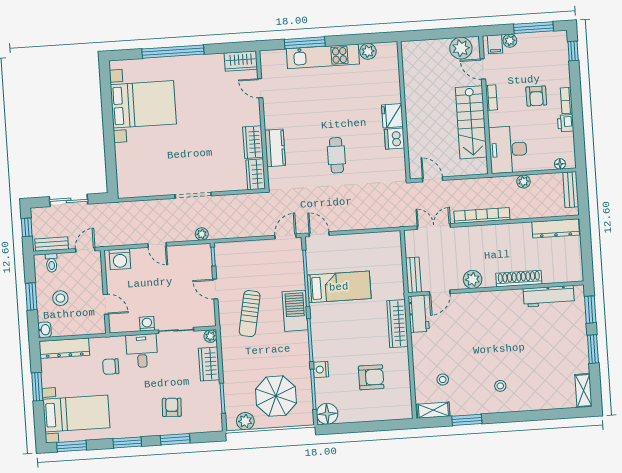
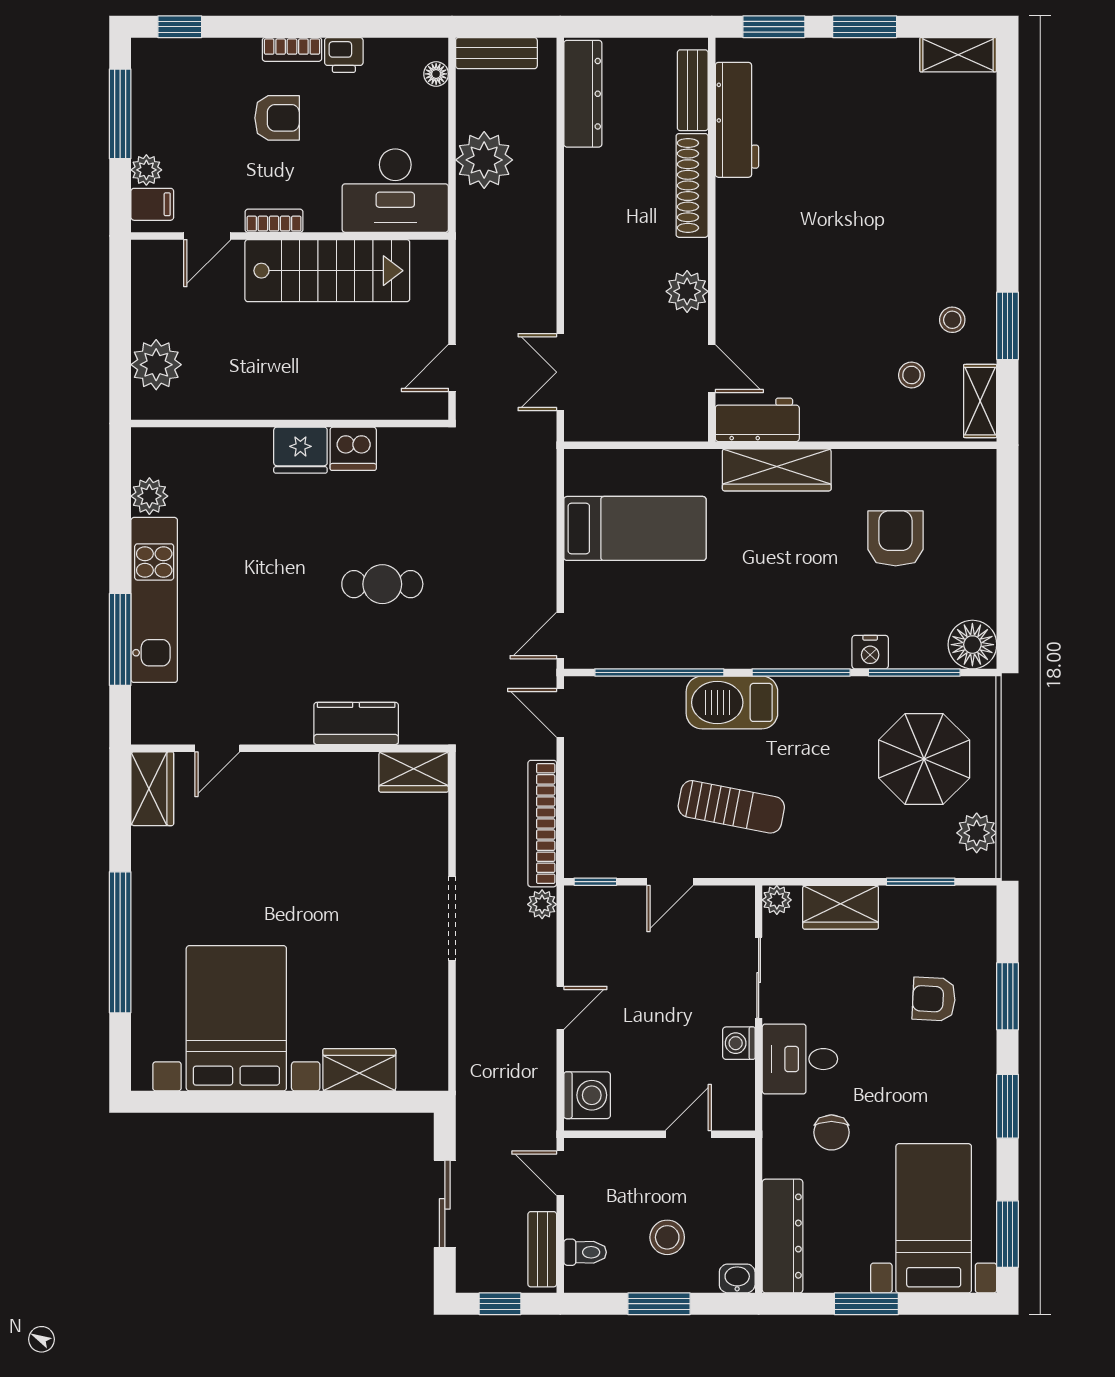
plant: (461, 48) -> (156, 365), moved
wardrobe: (253, 142) -> (359, 1070), moved, turned 180
plant: (524, 182) -> (484, 160), width x1.87, depth x1.87
bookcase: (482, 216) -> (542, 824), moved
bench: (413, 275) -> (693, 90), moved, turned 90
bed: (339, 287) -> (635, 528), moved, turned 90
stool: (500, 386) -> (952, 320), moved

